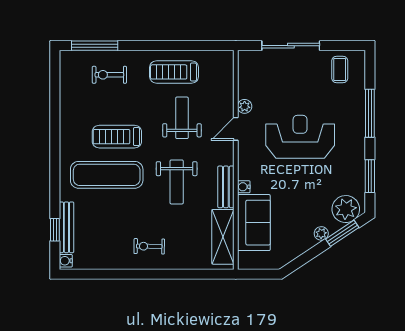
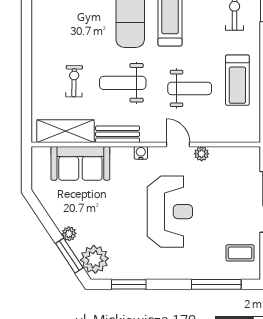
treadmill: (174, 72) -> (237, 80), turned 180
window: (370, 113) -> (216, 284), moved
water cooler: (244, 187) -> (141, 153), moved
exercise bike: (149, 246) -> (74, 81), moved

